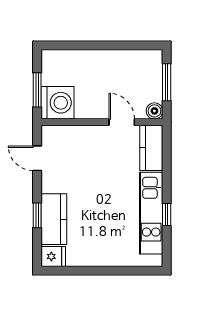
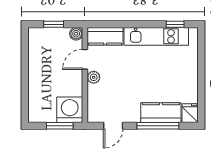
window: (167, 82) -> (54, 24), width x0.67
plant: (99, 133) -> (94, 77), added
window: (167, 214) -> (175, 24), moved
window: (37, 215) -> (158, 126), width x2.17

